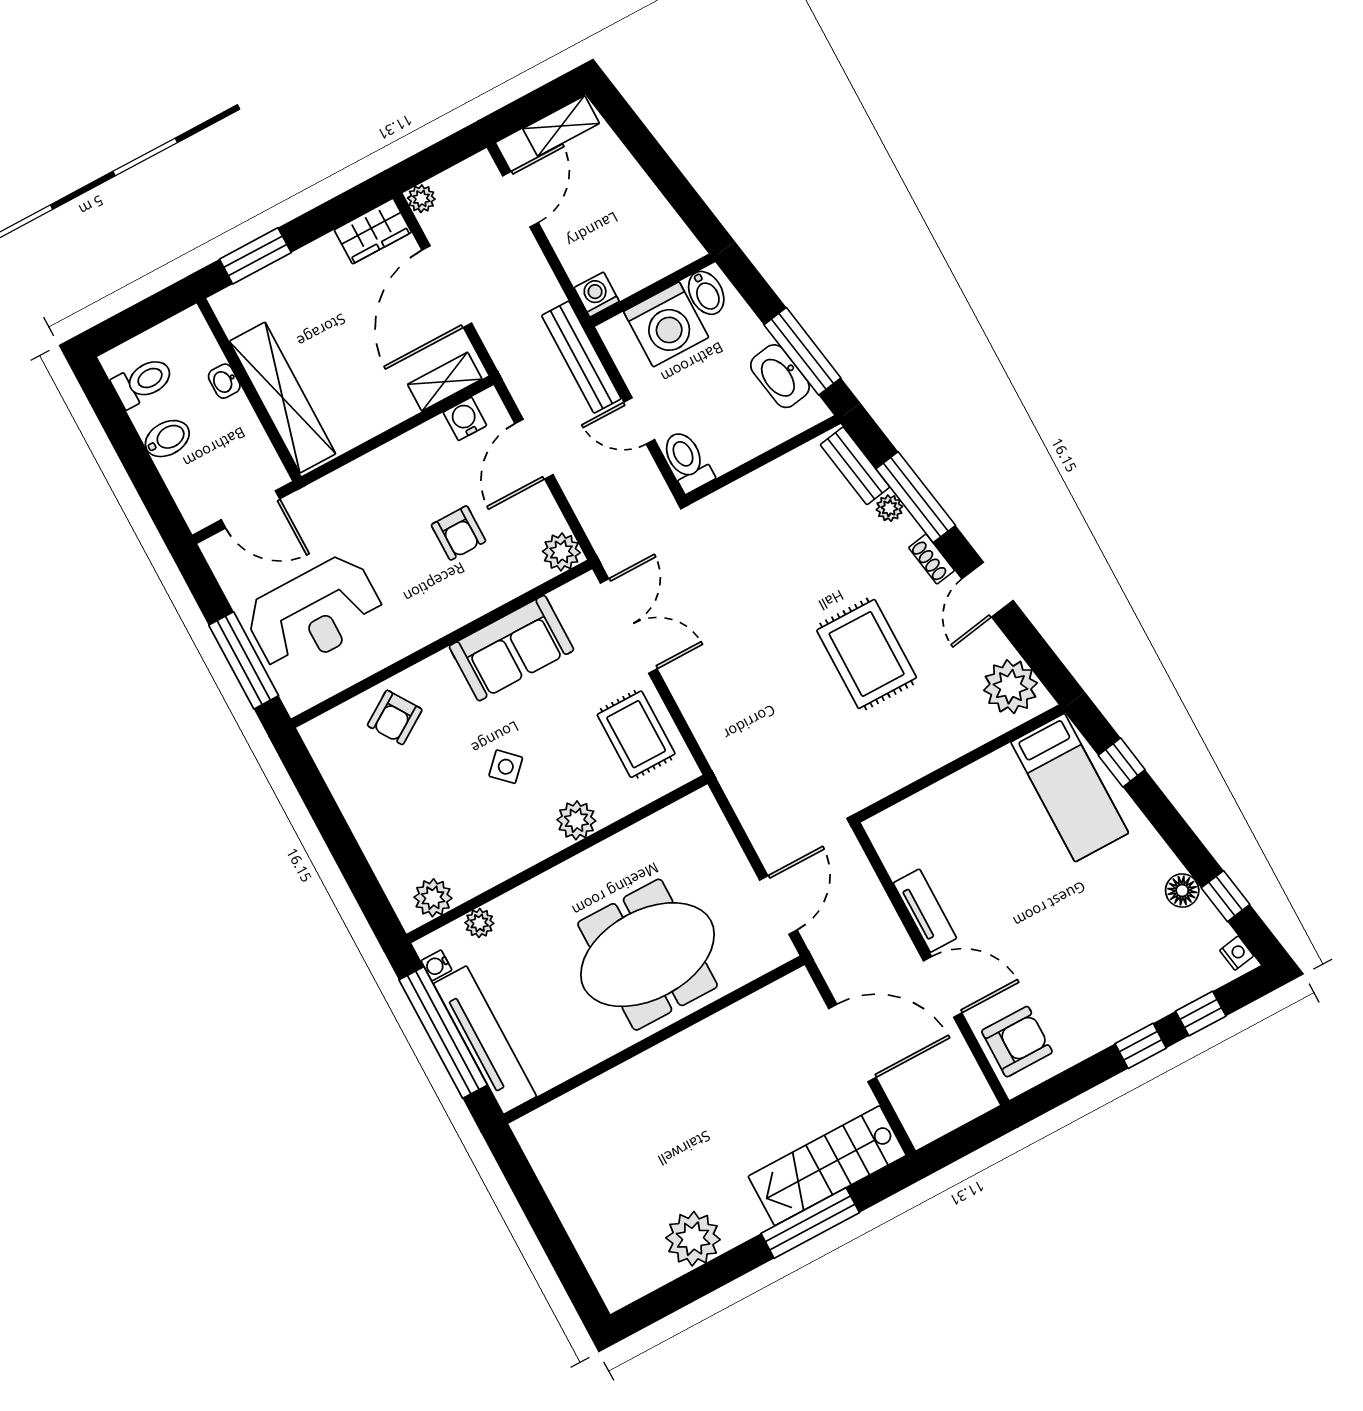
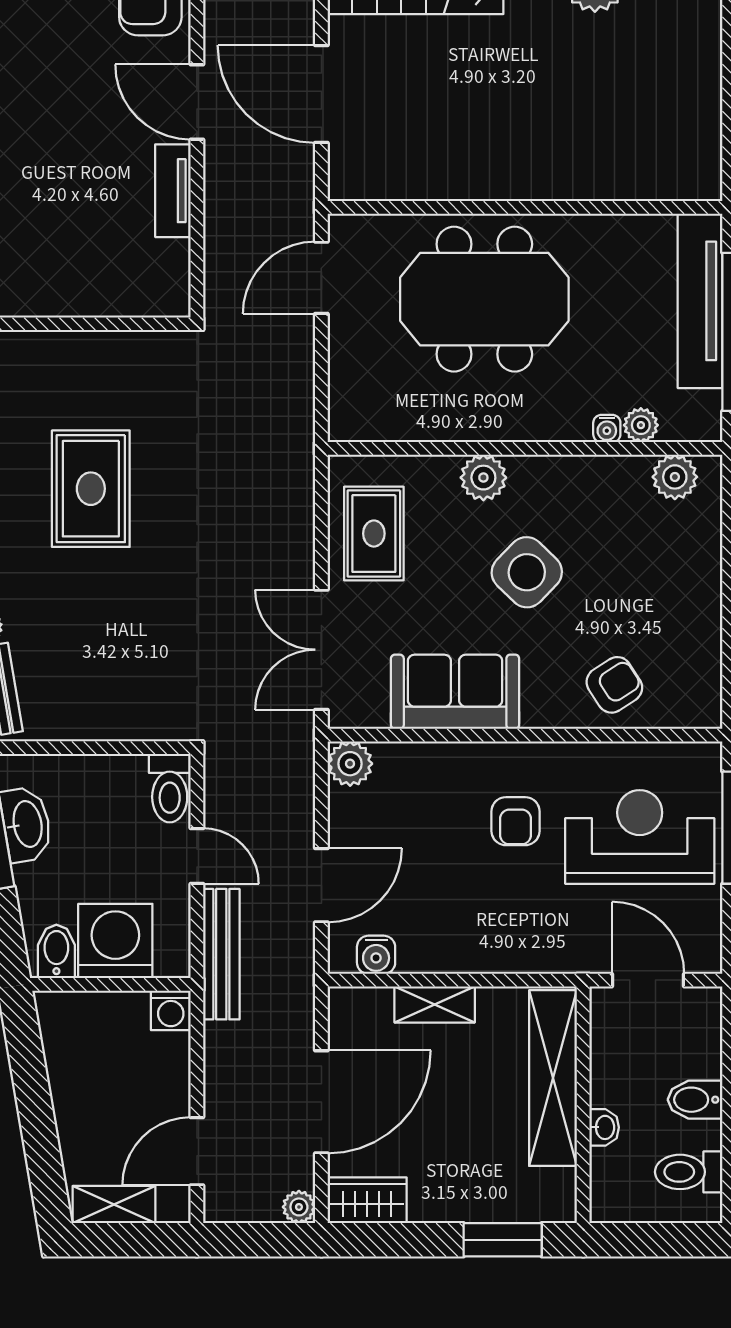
shelving: (445, 382) -> (435, 1005), moved
armchair: (459, 533) -> (516, 821), moved, turned 180
side table: (506, 767) -> (527, 572), width x1.87, depth x1.87
water cooler: (436, 965) -> (607, 429), moved, turned 90

